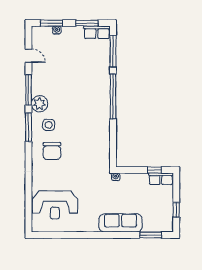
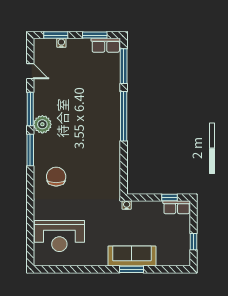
side table: (49, 125) -> (52, 148), removed
chair: (52, 151) -> (56, 177), turned 180
window: (151, 235) -> (132, 269), moved

